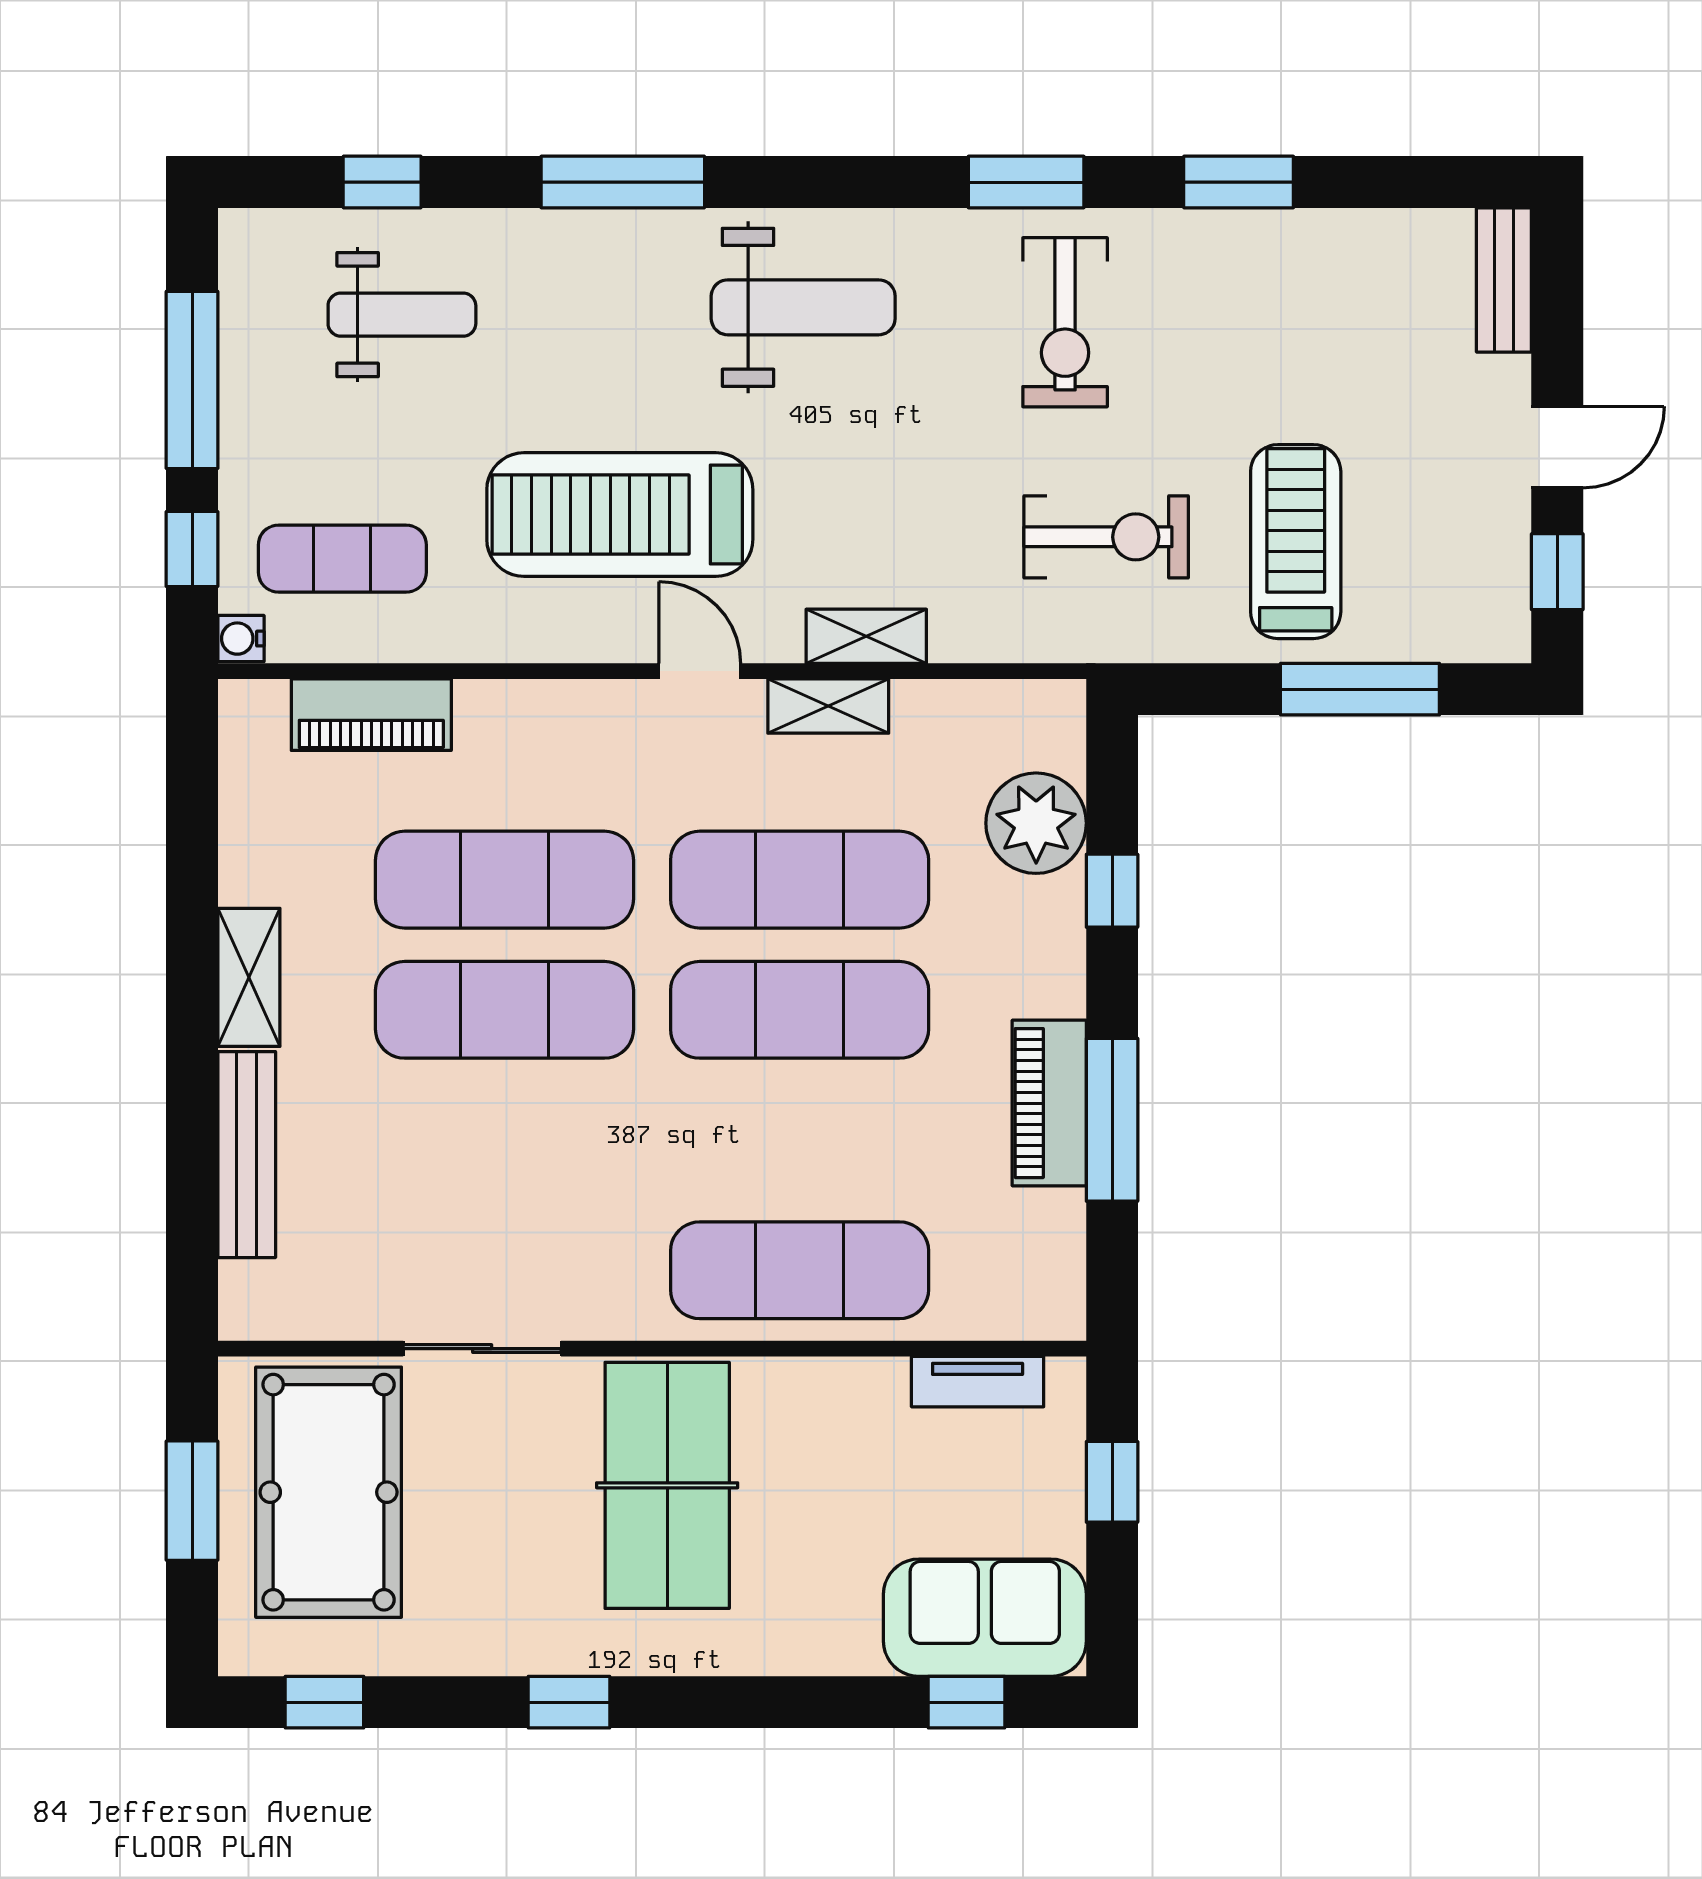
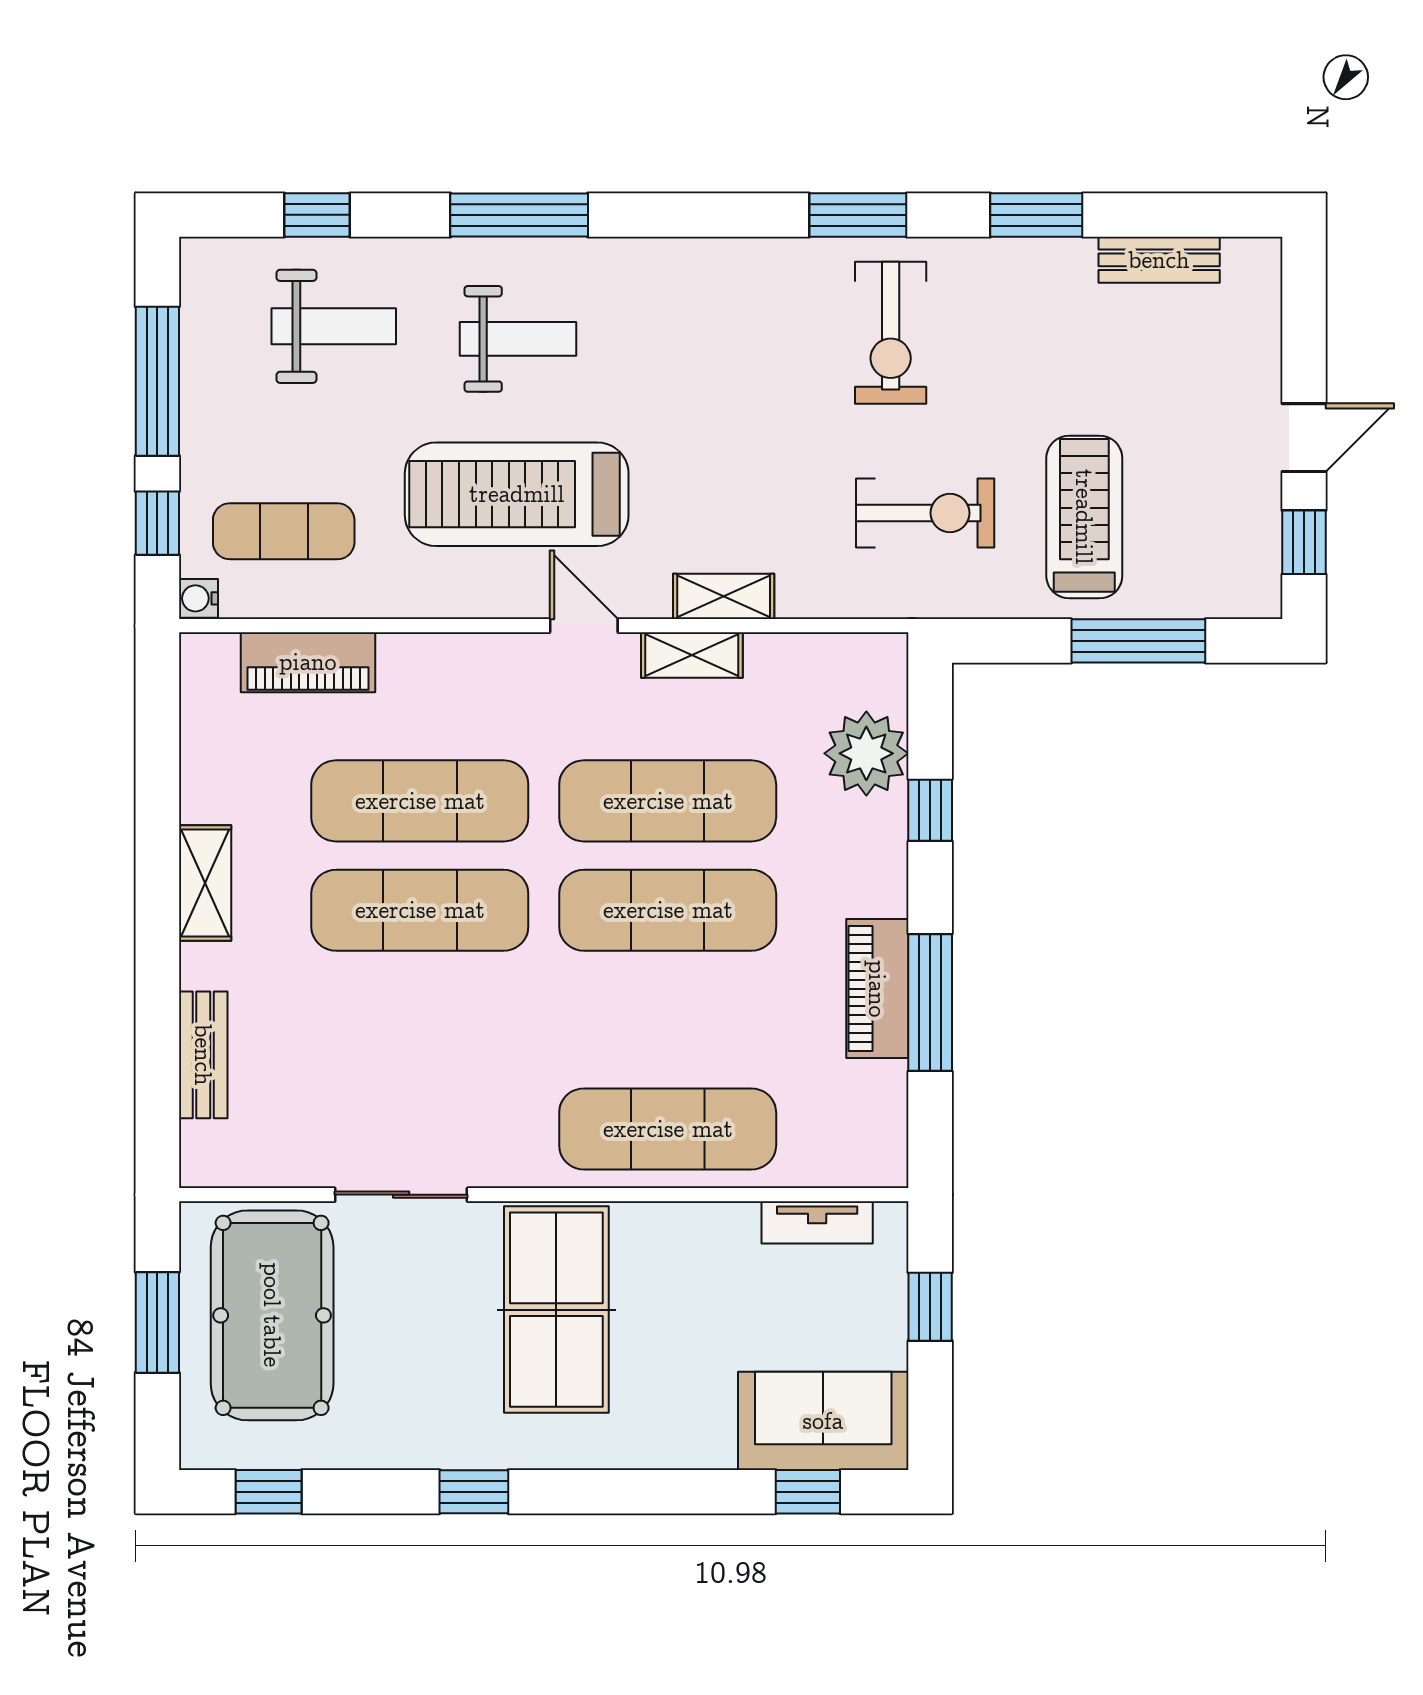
bench: (1504, 280) -> (1159, 260), moved, turned 90
weight bench: (803, 307) -> (518, 339), moved, width x0.73, depth x0.75
bench: (247, 1155) -> (203, 1055), width x0.73

